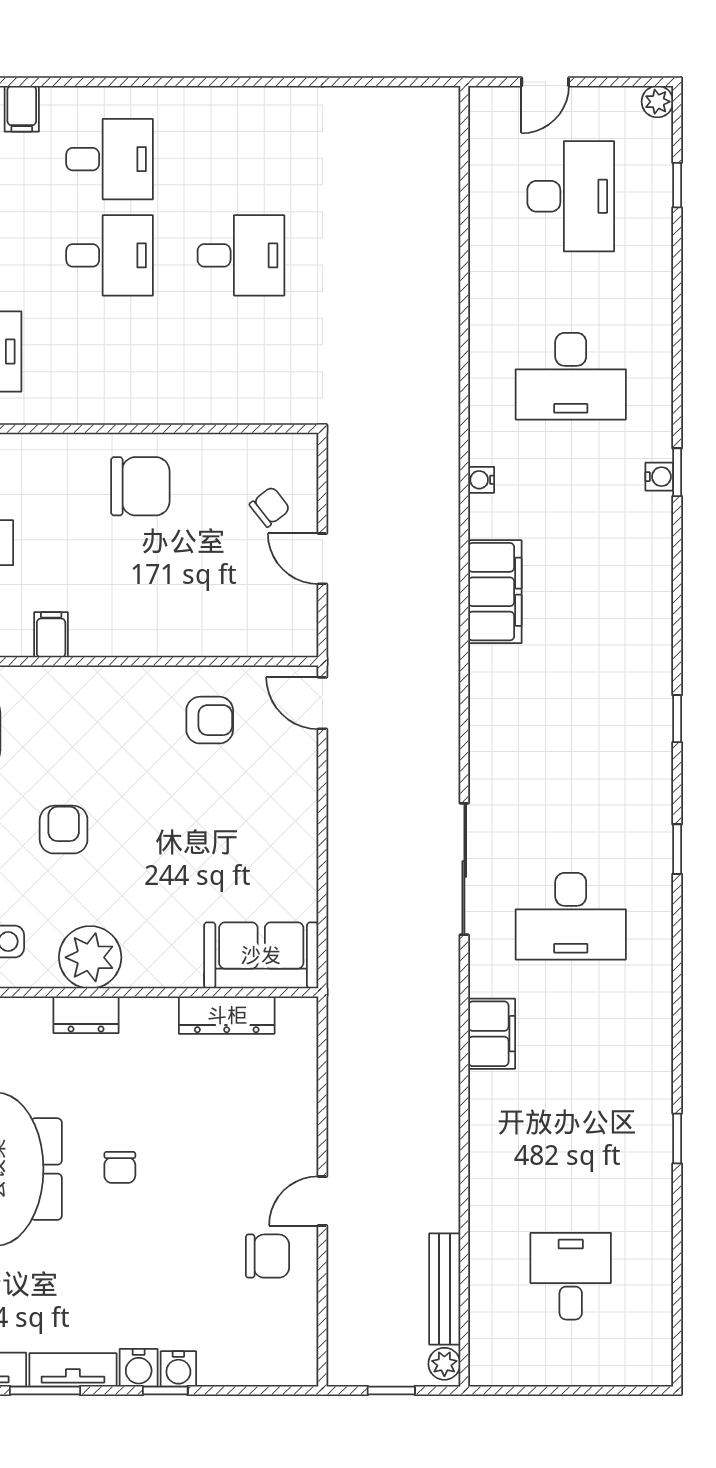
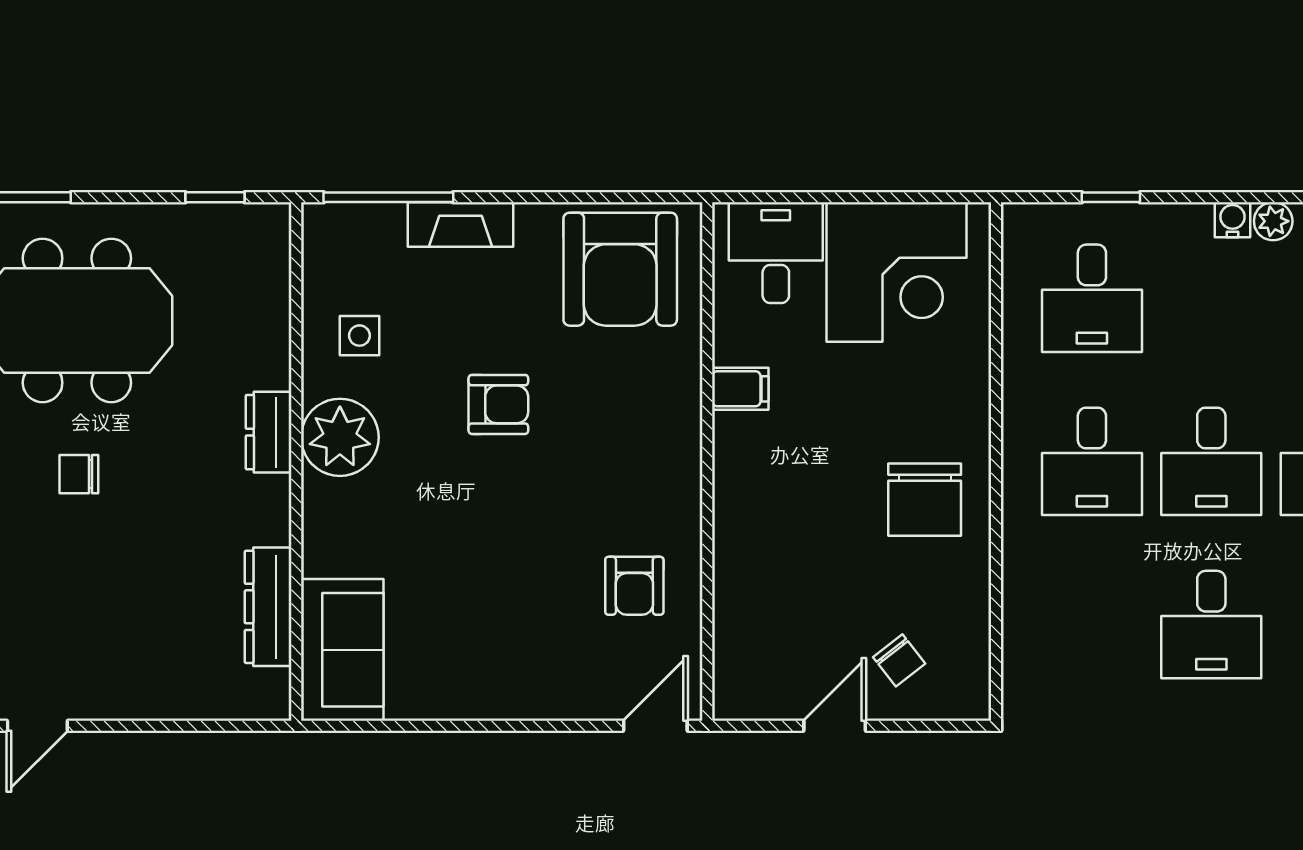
desk: (110, 352) -> (1092, 461), added
door: (322, 1201) -> (37, 726), swing flipped

